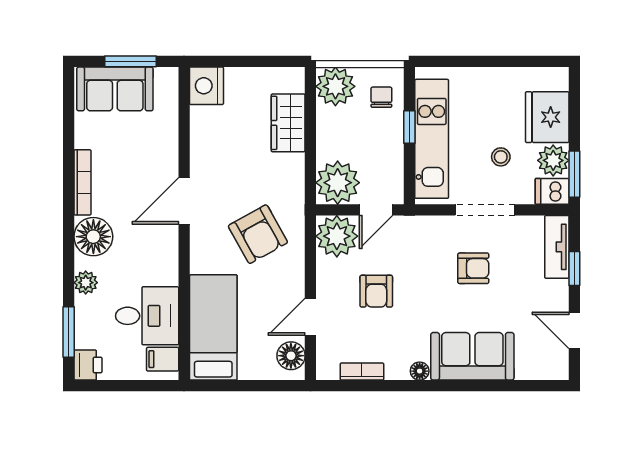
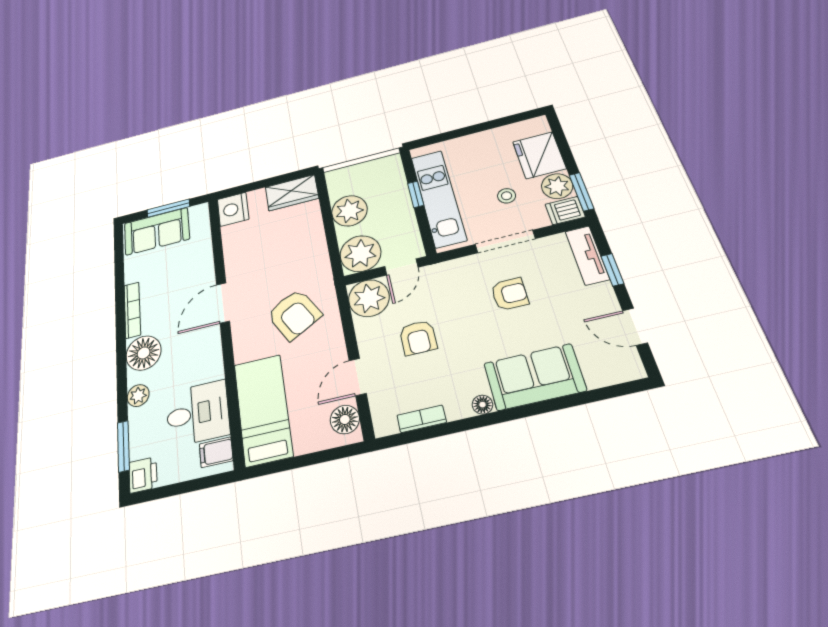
plant: (335, 86) -> (349, 211), moved
chair: (381, 97) -> (385, 179), removed
wardrobe: (288, 123) -> (292, 193), moved, turned -90

